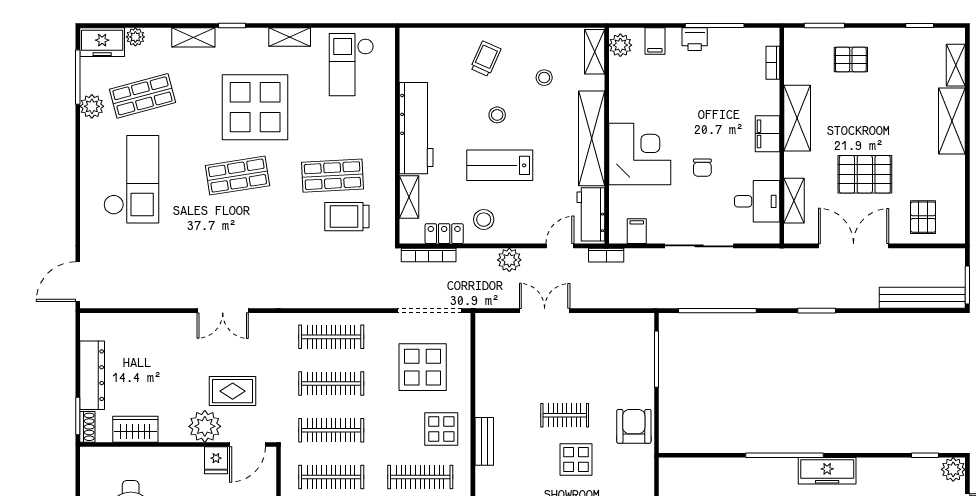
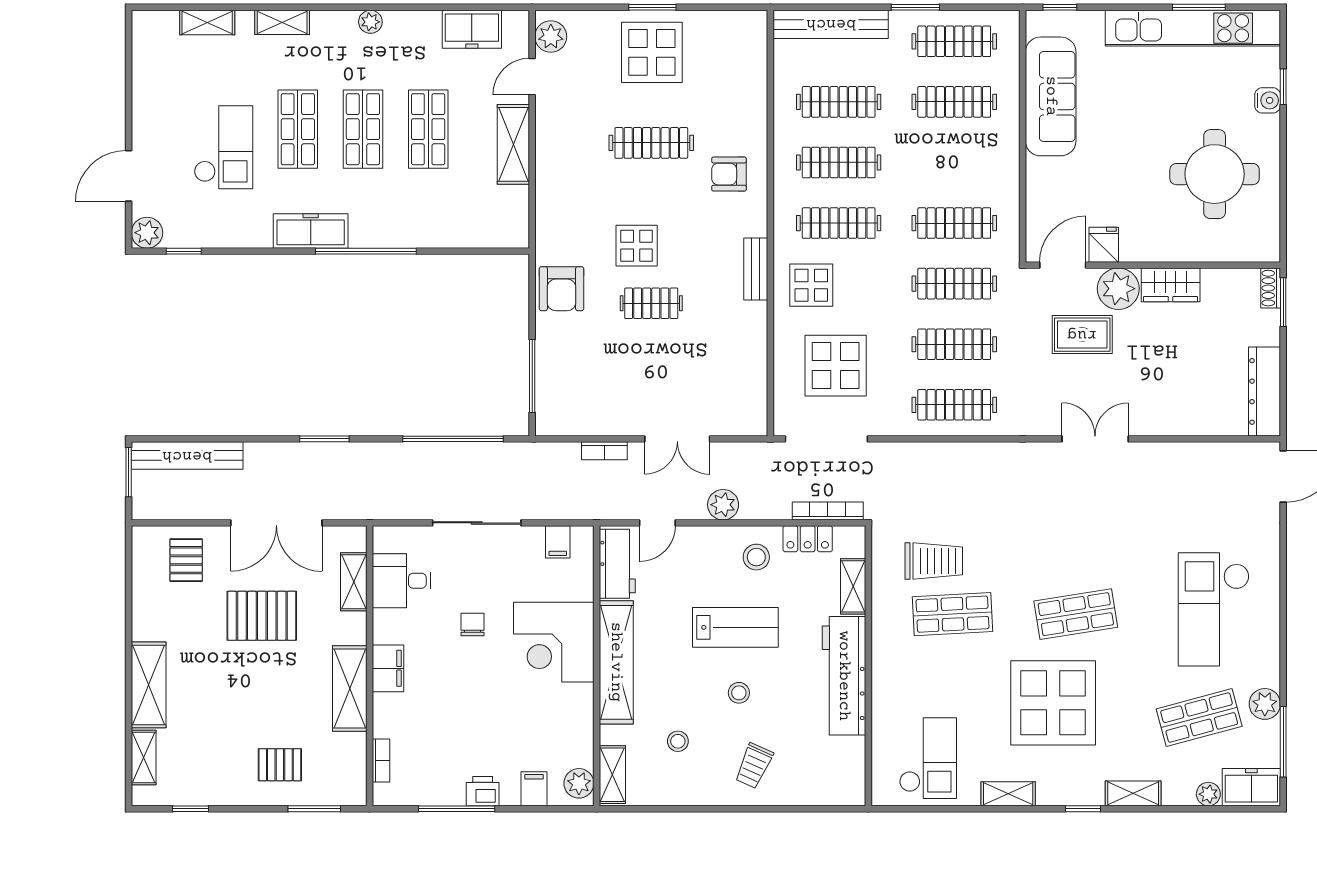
bookcase: (606, 255) -> (604, 451), moved, turned 180
dresser: (92, 375) -> (1264, 391), moved
wardrobe: (135, 429) -> (1171, 285), moved

